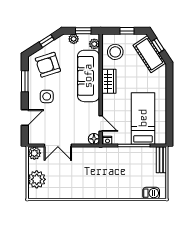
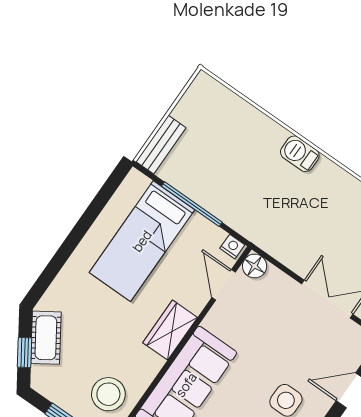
cot: (149, 54) -> (46, 338), width x0.73, depth x0.75
wardrobe: (109, 81) -> (170, 330), moved
barbecue: (151, 193) -> (300, 154), moved

